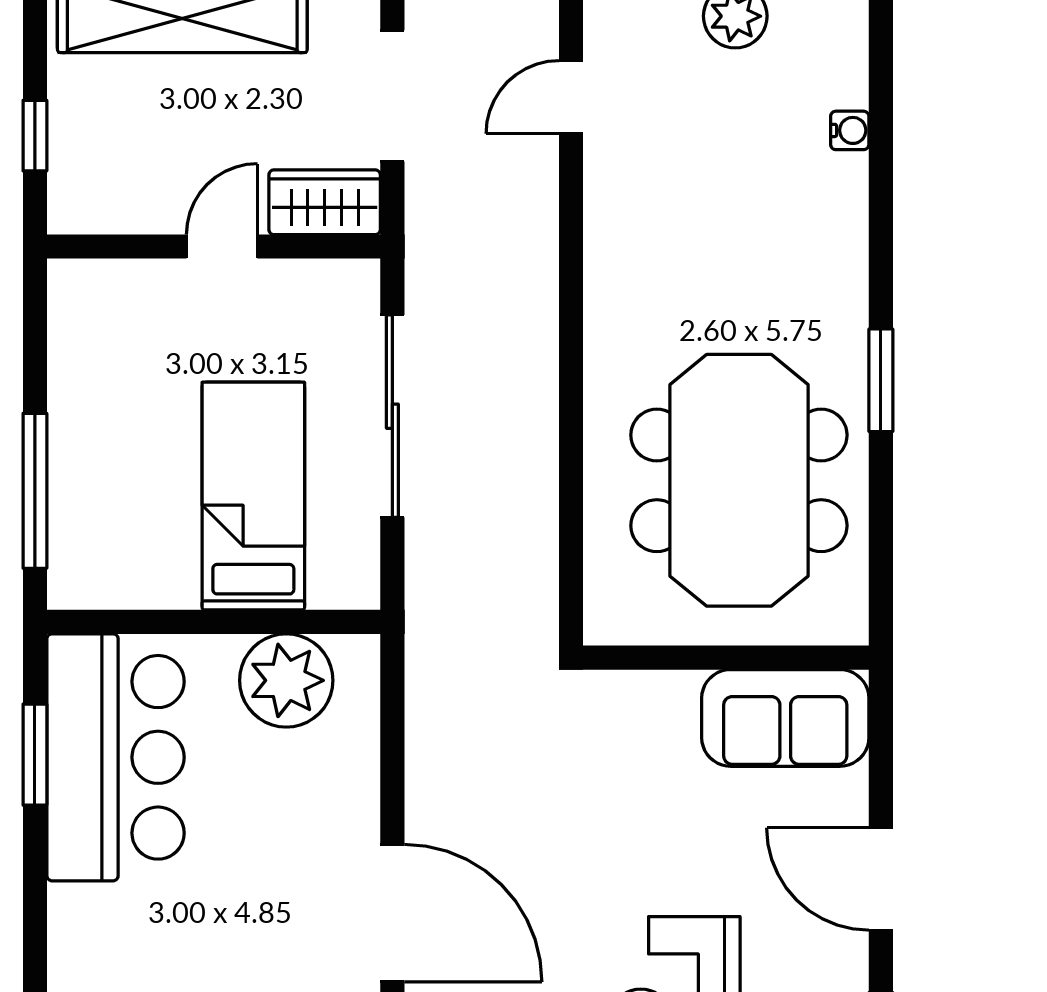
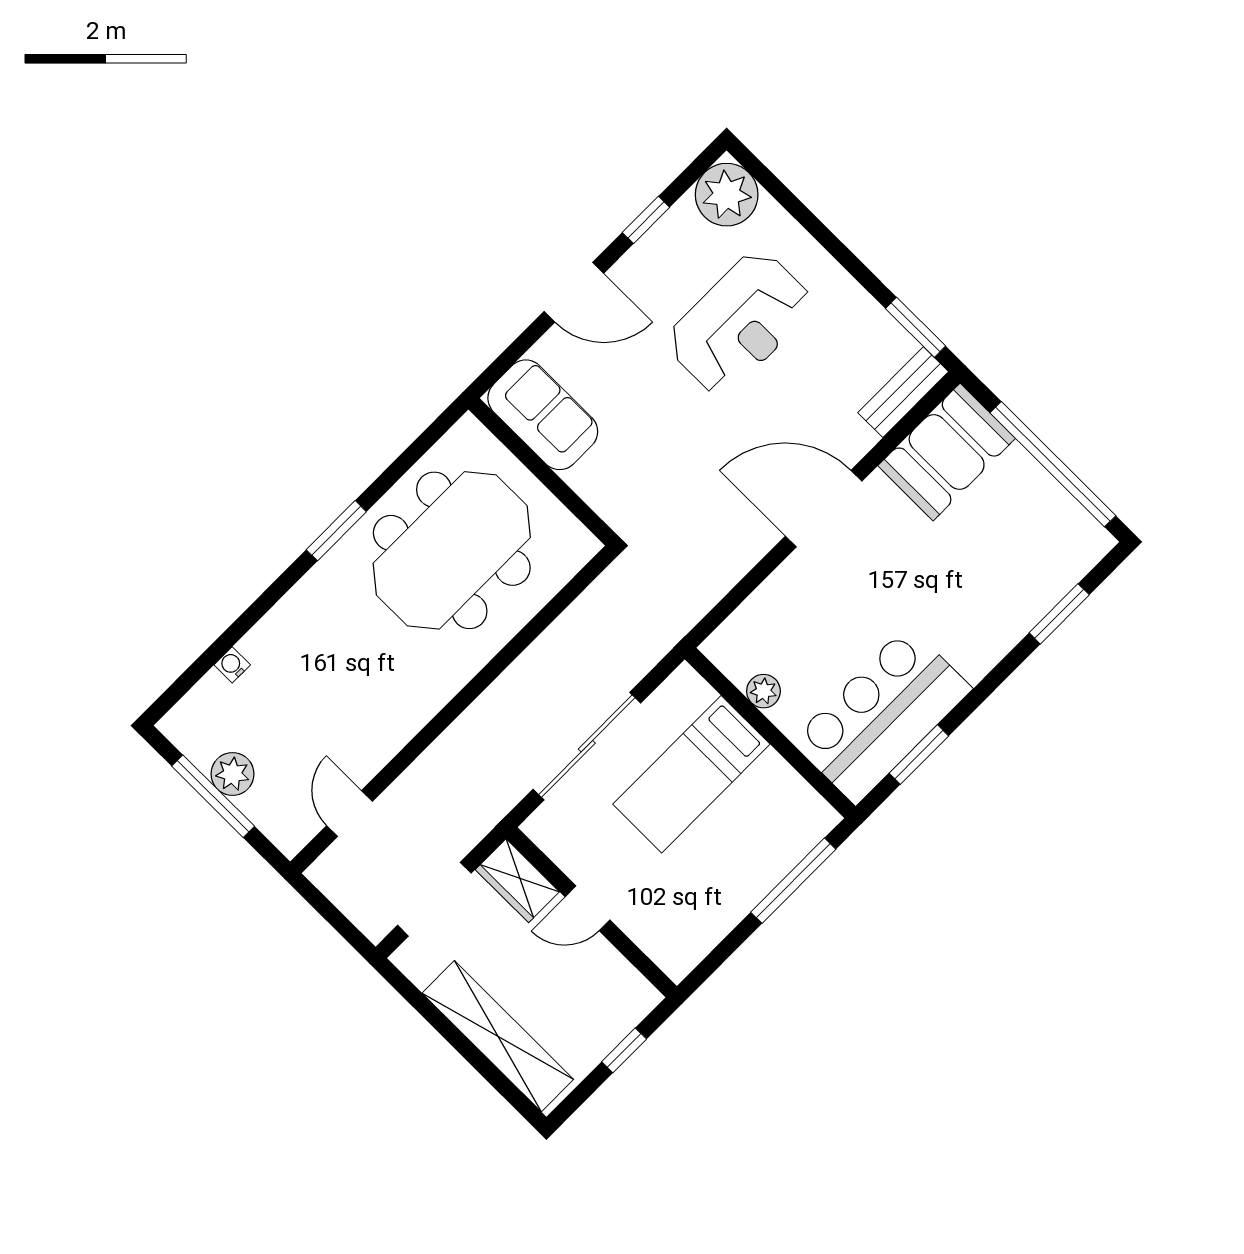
door: (571, 97) -> (349, 813), swing flipped
plant: (286, 680) -> (763, 691), width x0.53, depth x0.53
door: (881, 879) -> (574, 292), hinge flipped
door: (392, 913) -> (824, 509), hinge flipped

